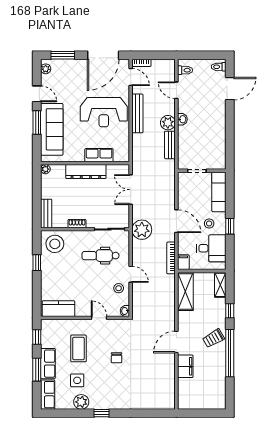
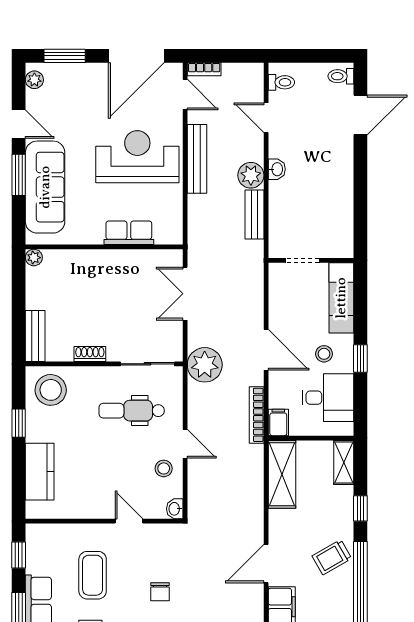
reception desk: (104, 112) -> (137, 157), turned 180
dresser: (86, 172) -> (106, 262), removed
kitchen counter: (58, 309) -> (40, 472), moved, turned 90

